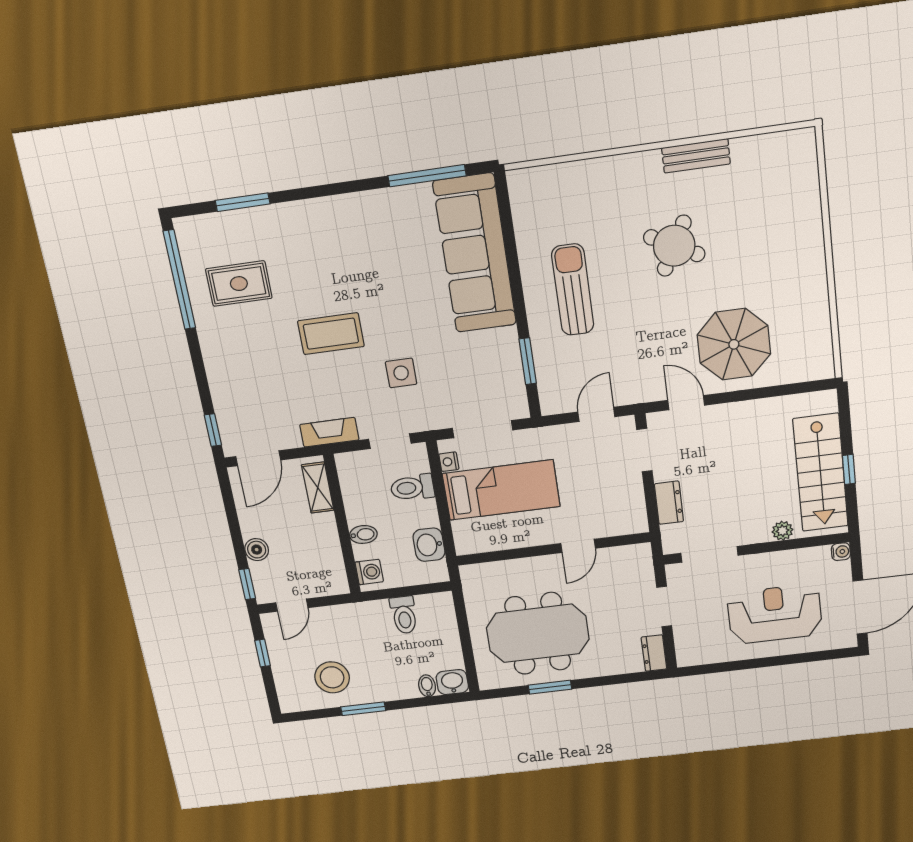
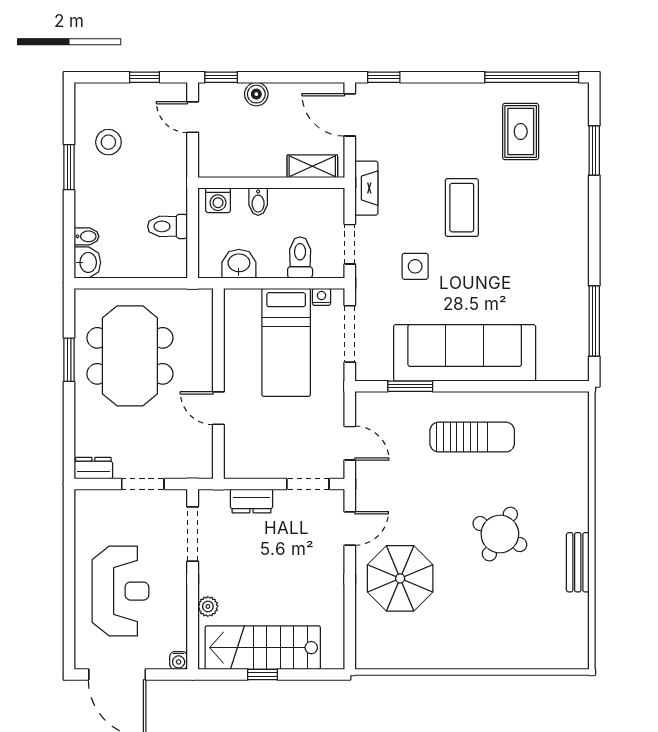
sofa: (475, 254) -> (465, 353), moved
stool: (332, 677) -> (108, 142), width x0.73, depth x0.73

